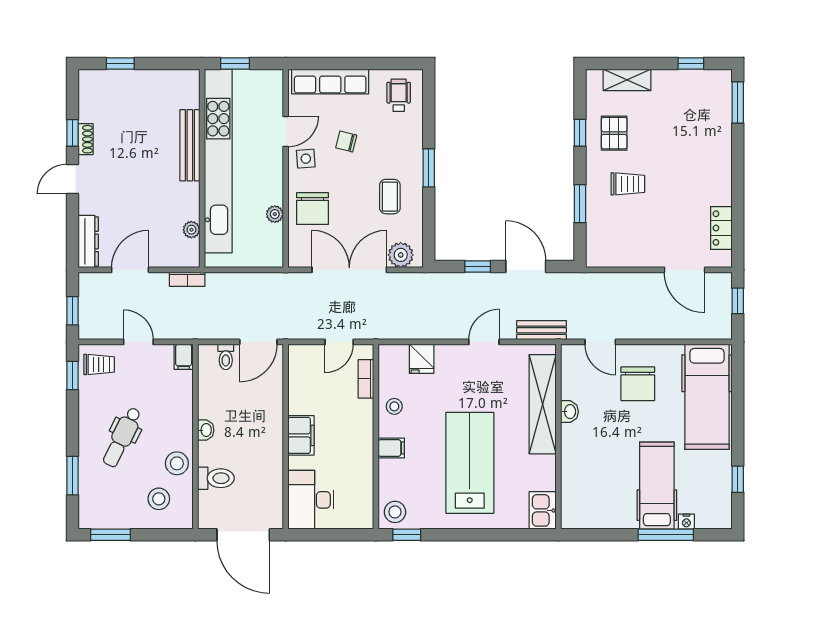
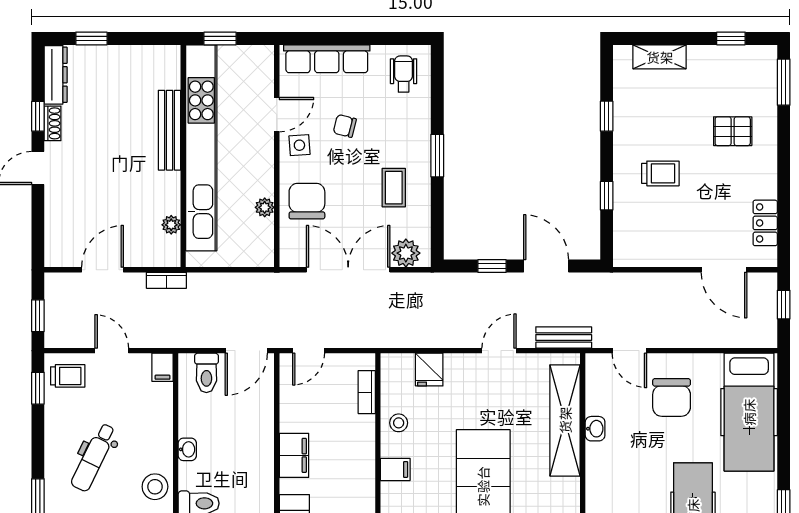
pallet: (614, 133) -> (733, 131), moved, turned 90
window: (580, 204) -> (607, 196), width x0.67
chair: (312, 209) -> (307, 201), turned 180
dresser: (88, 241) -> (56, 75), moved
door: (339, 342) -> (309, 351), moved
toilet: (226, 357) -> (206, 373), width x1.37, depth x1.39

